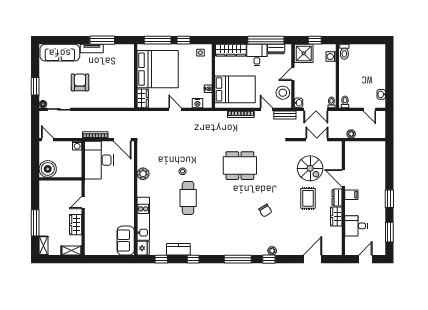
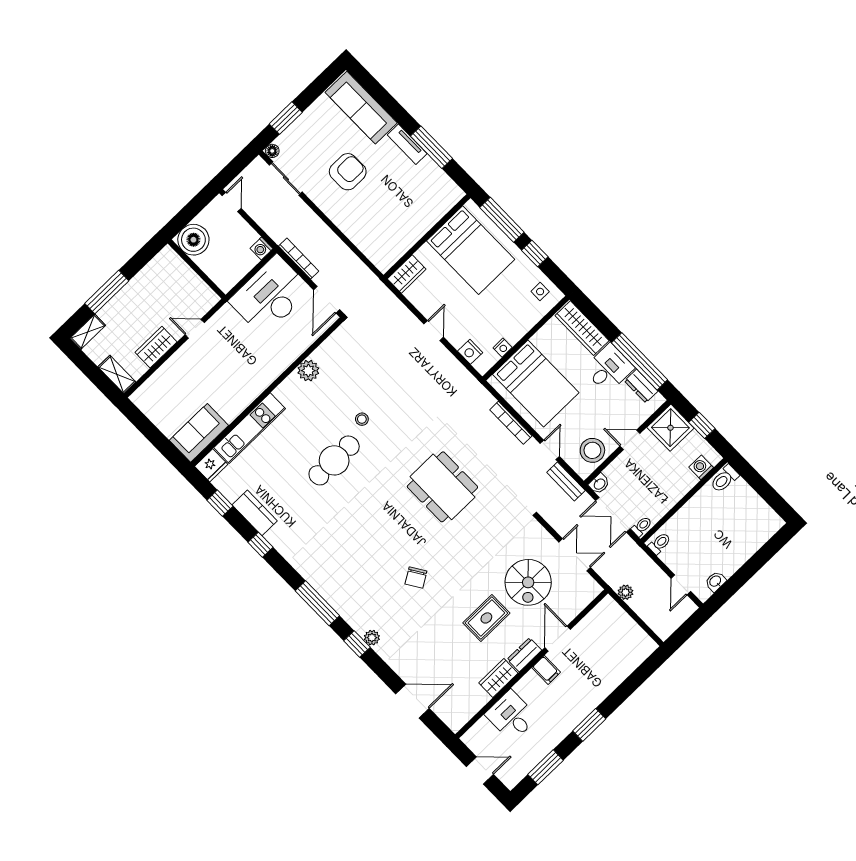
bed: (158, 69) -> (471, 250), width x0.73

